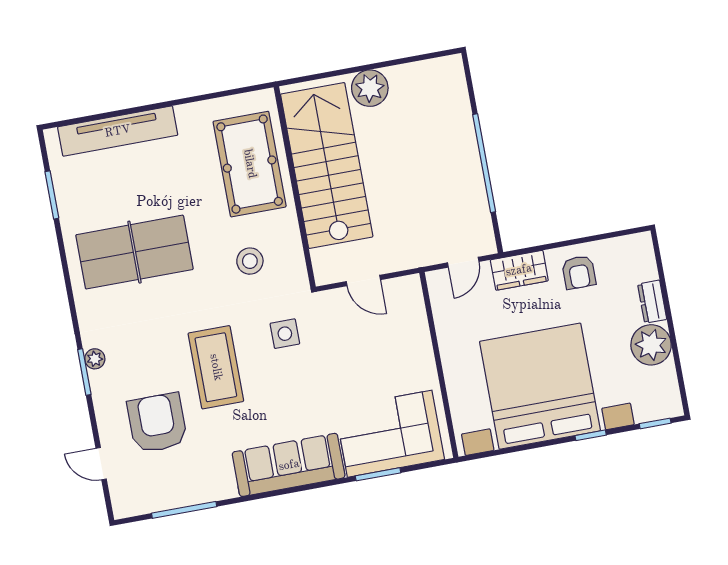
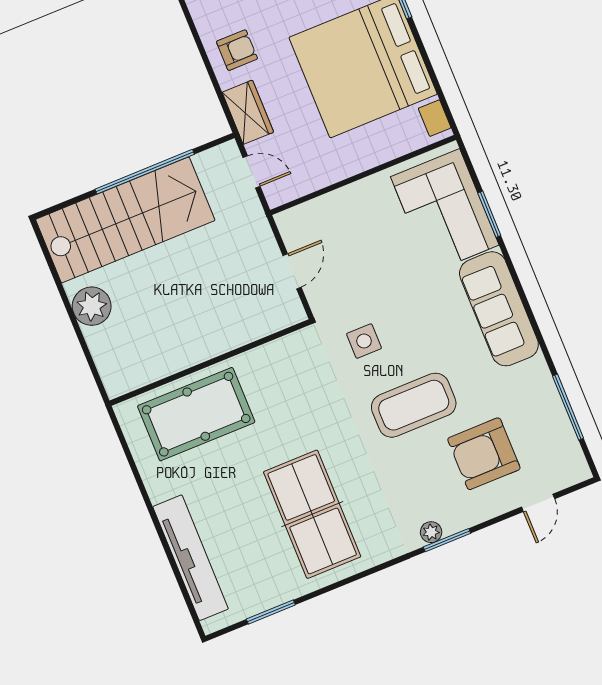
stairs: (327, 166) -> (125, 220), moved, turned 180
stool: (250, 261) -> (296, 393), removed

